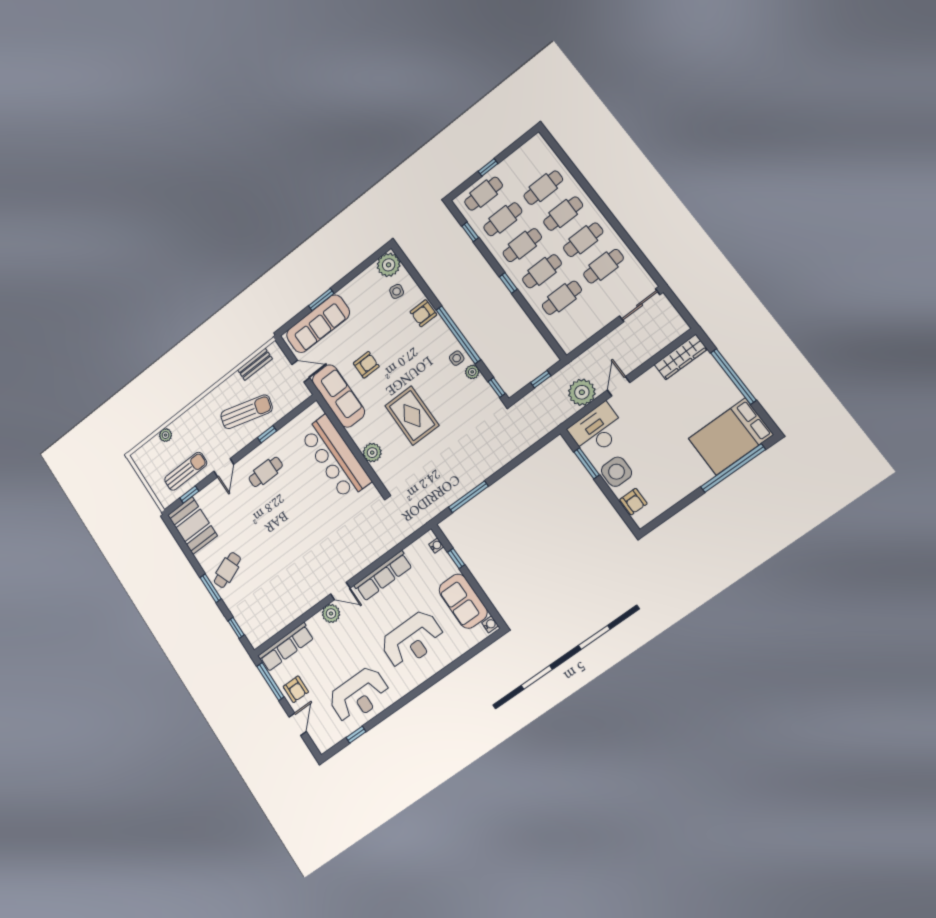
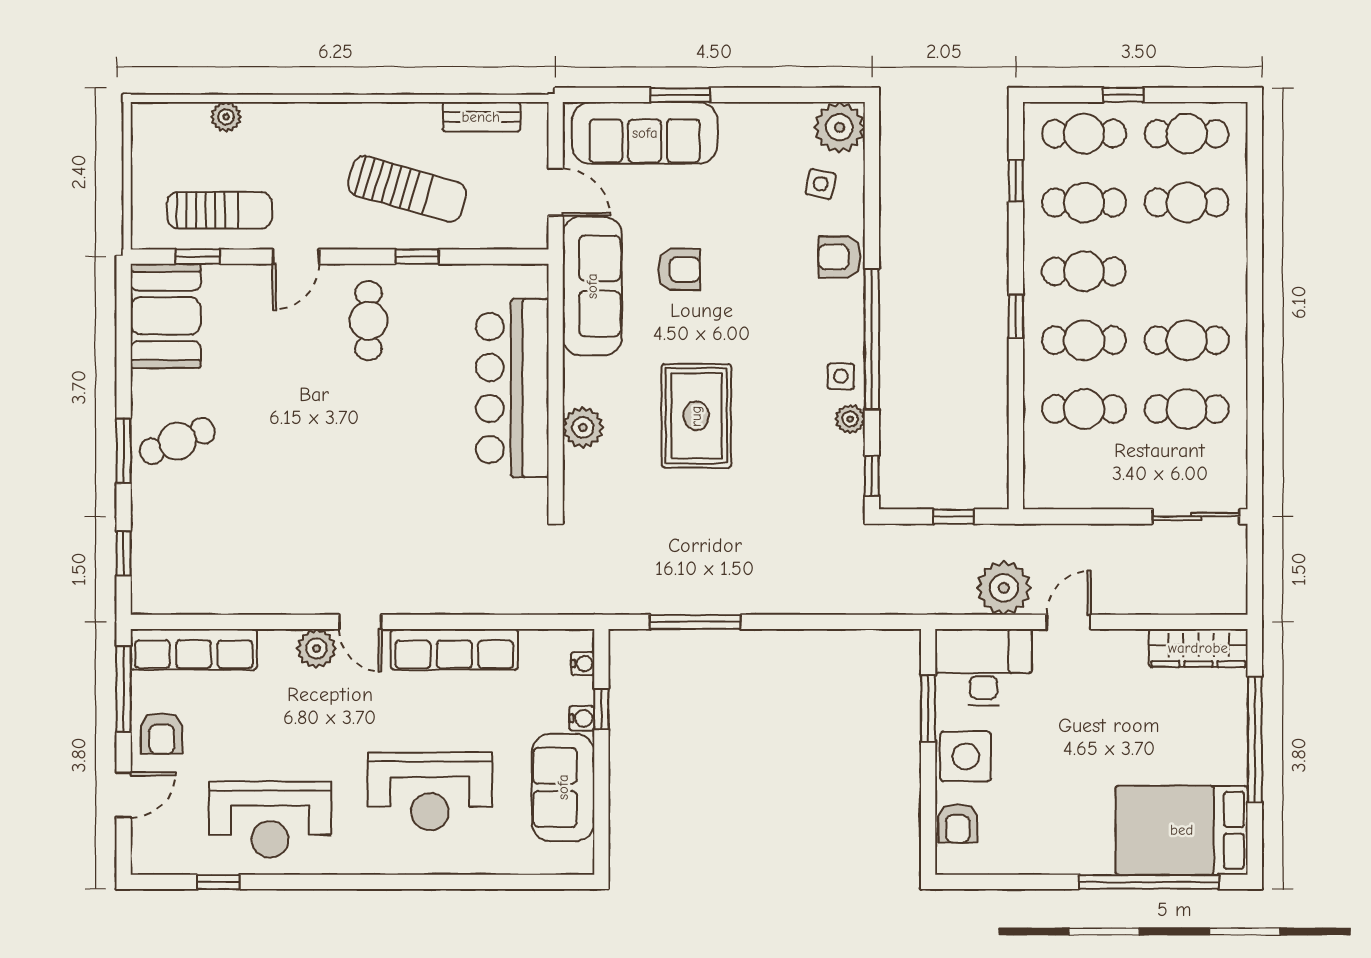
cafe table: (563, 214) -> (1187, 134), moved
cafe table: (266, 472) -> (368, 321), turned 90
water cooler: (490, 624) -> (582, 718), moved

